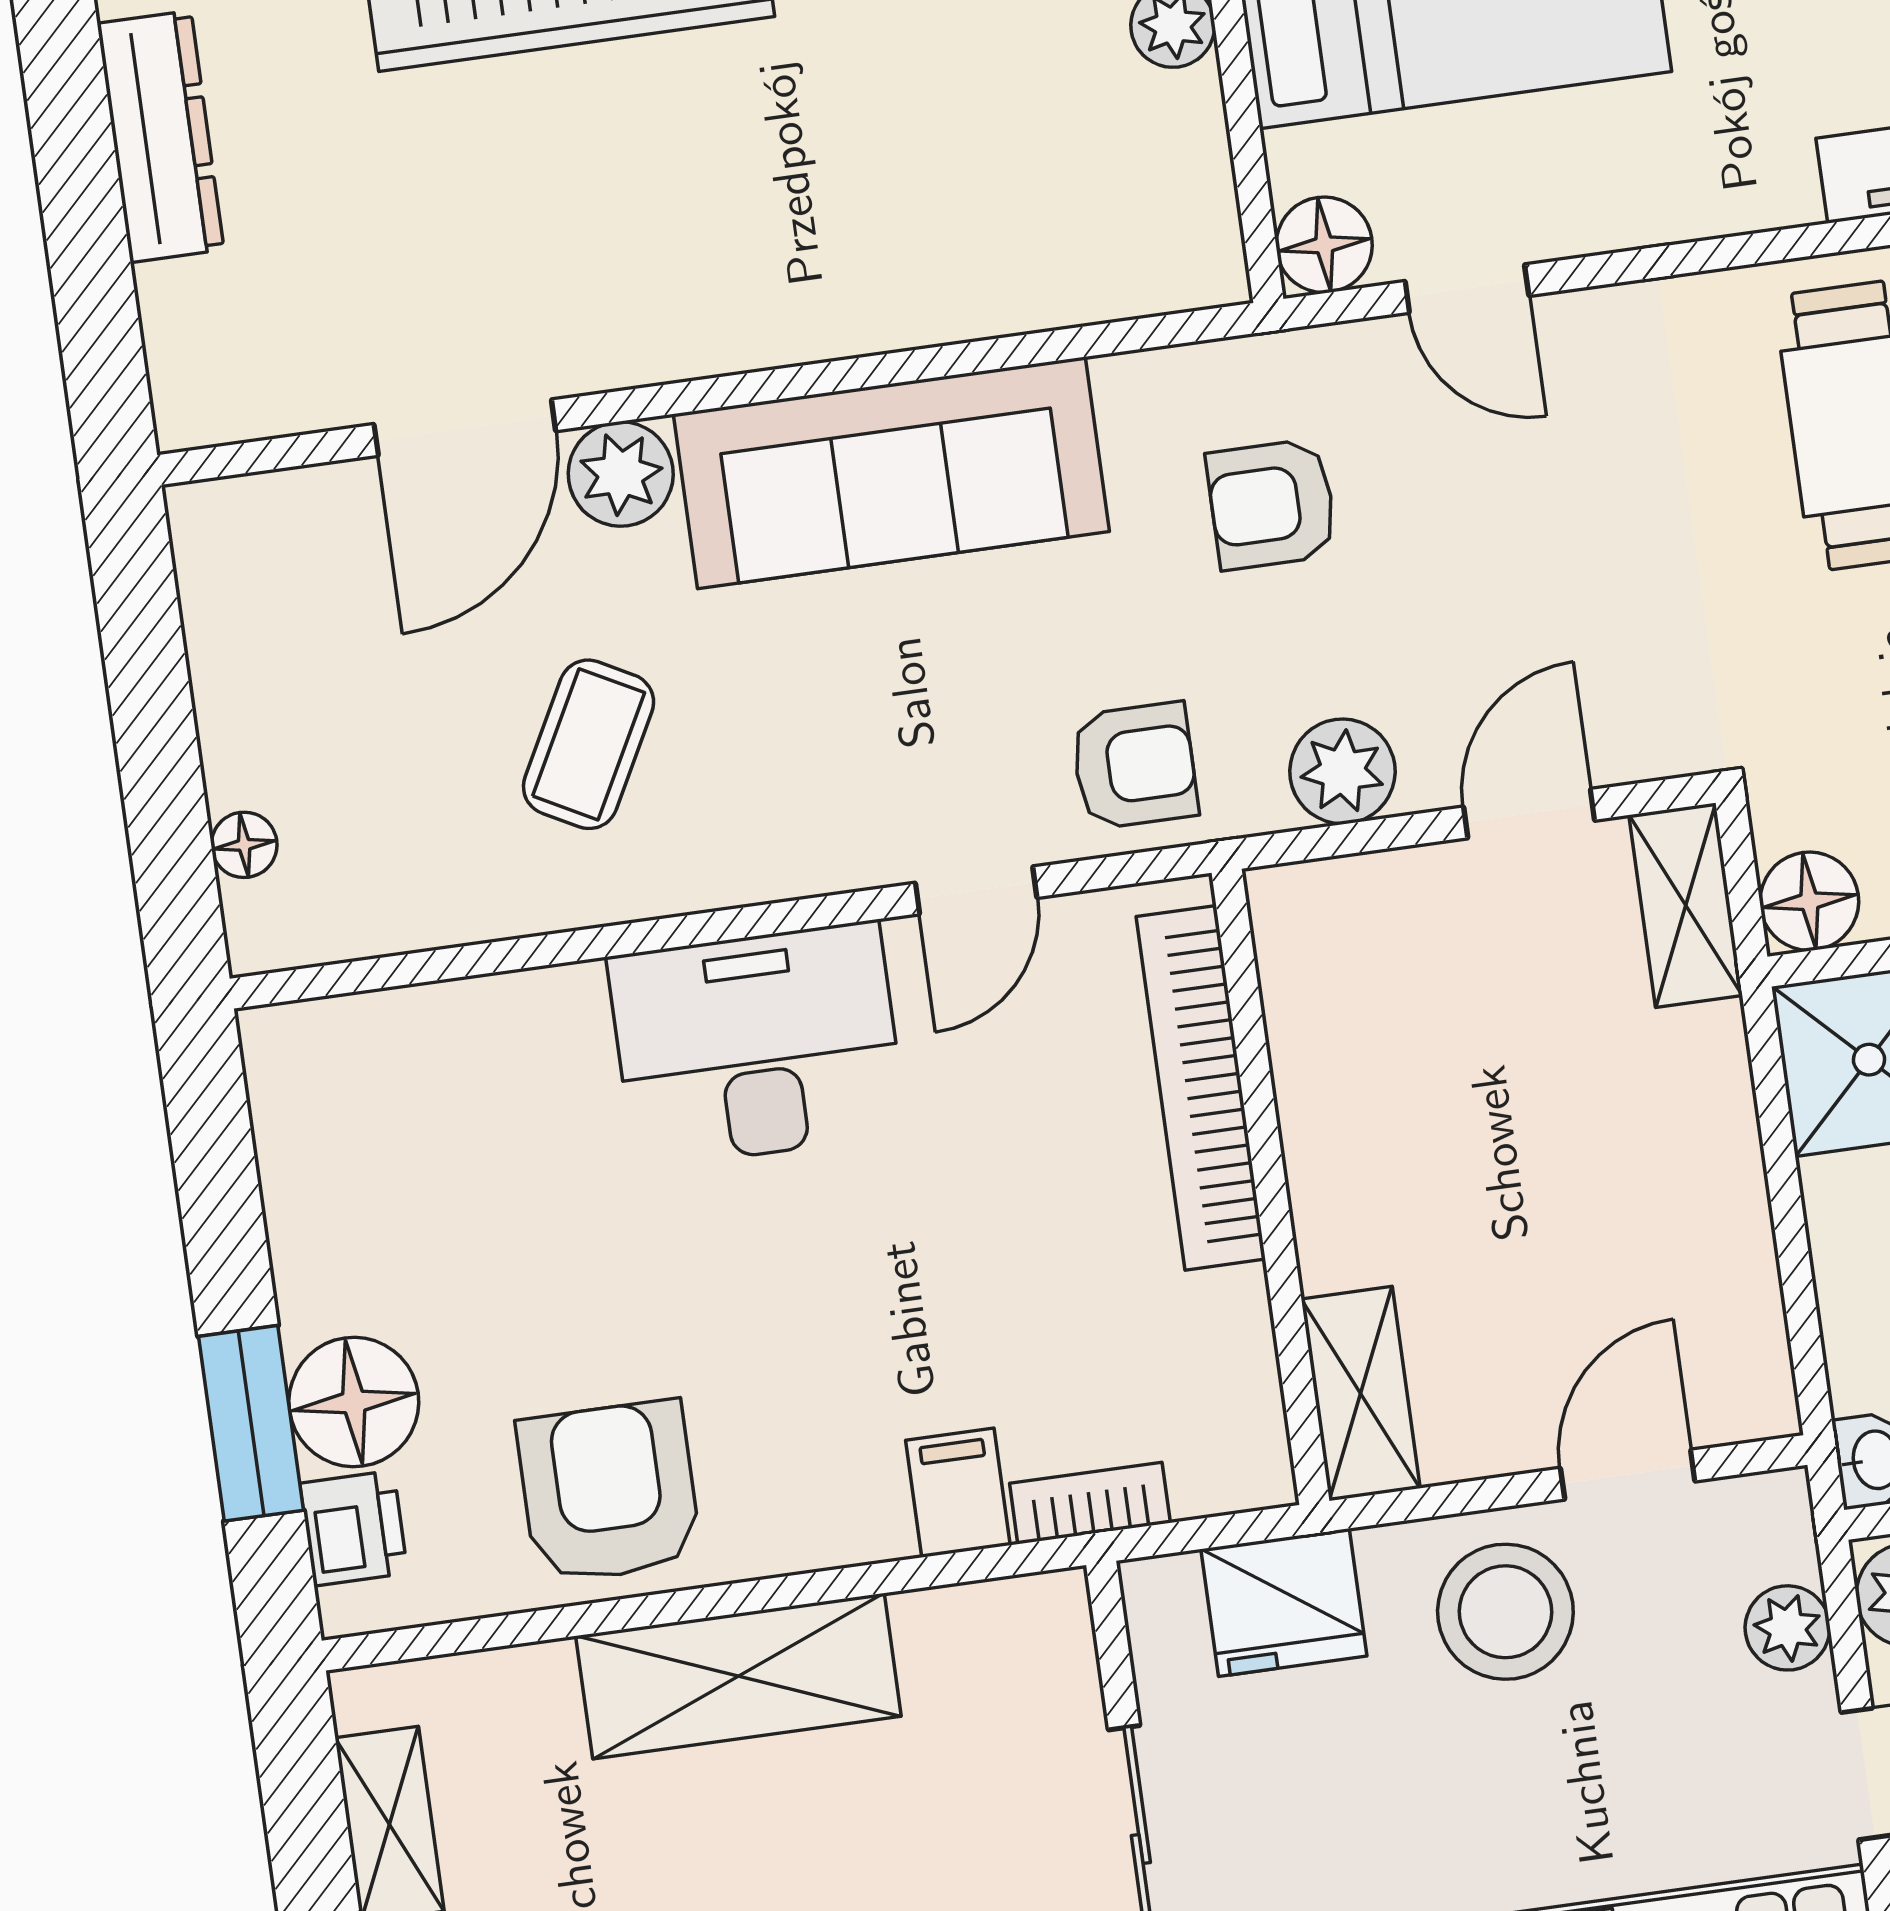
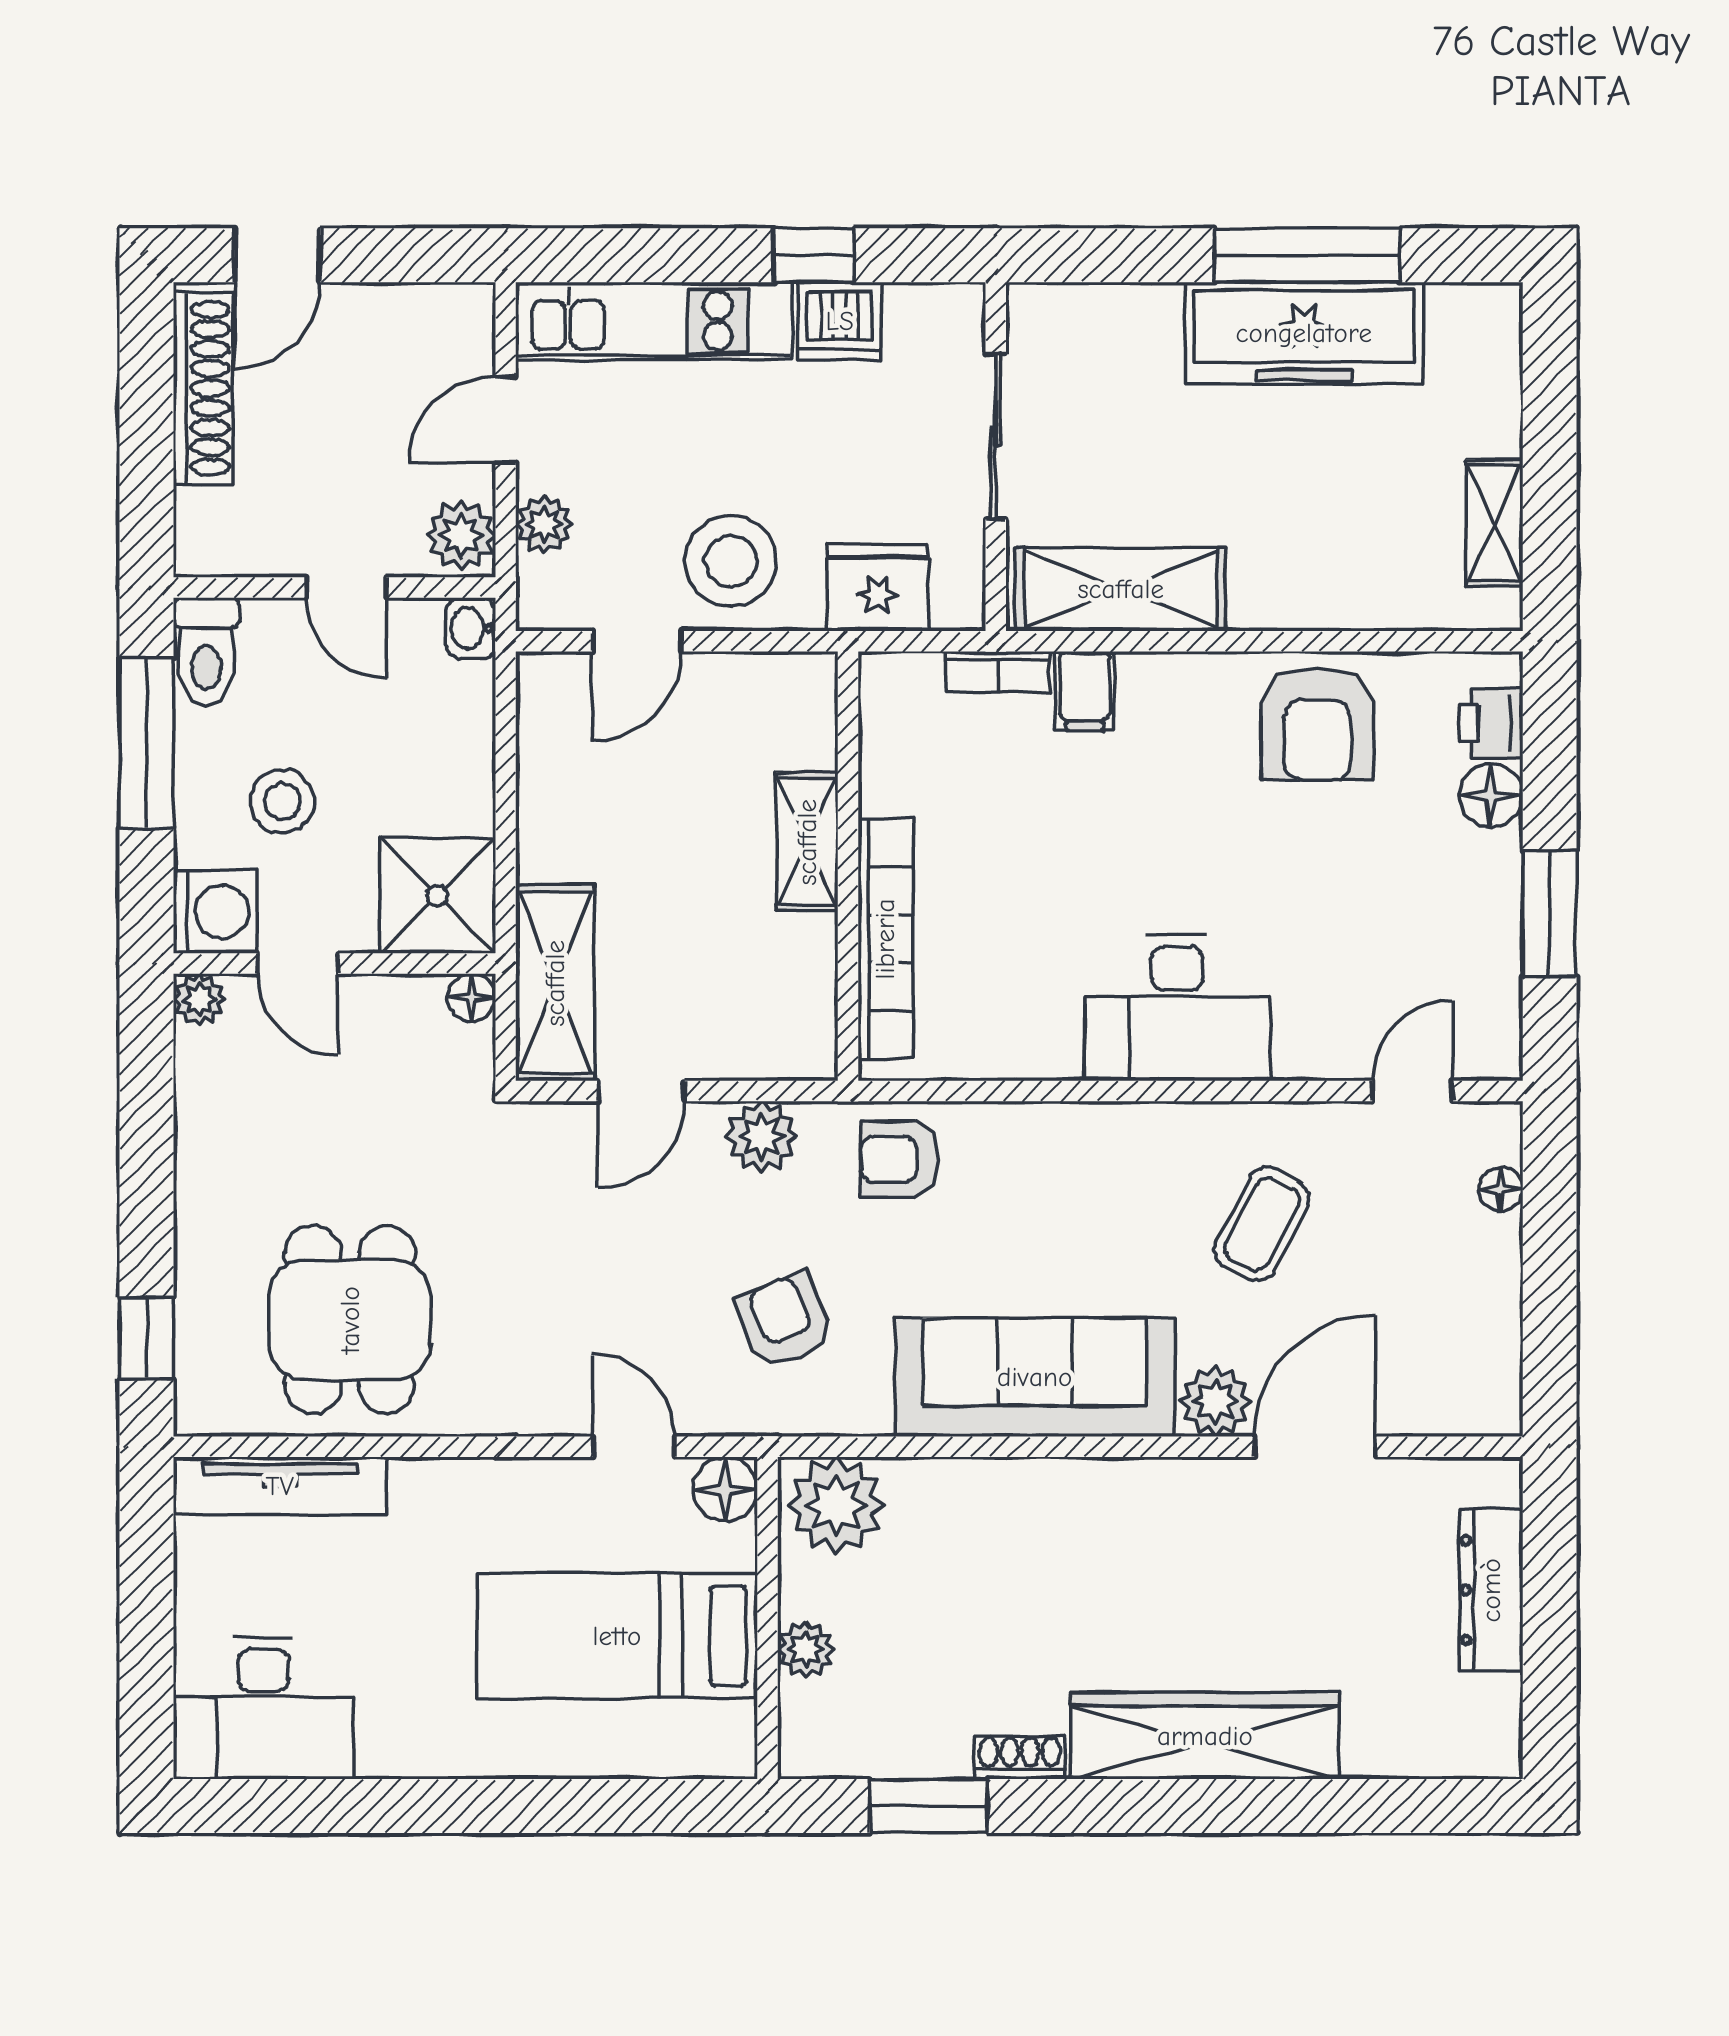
dresser: (161, 137) -> (1491, 1590), moved
plant: (1157, 244) -> (836, 1505), added
armchair: (1272, 504) -> (784, 1321), turned -112
door: (976, 890) -> (1413, 1091), moved
floor lamp: (1809, 901) -> (471, 998), width x0.73, depth x0.73
shelving: (1686, 905) -> (555, 983), width x1.50, depth x1.33
shelving: (1361, 1394) -> (807, 842), moved
floor lamp: (354, 1402) -> (1491, 796), width x0.73, depth x0.73
window: (251, 1423) -> (1550, 914), moved
shelving: (738, 1676) -> (1121, 589), moved

